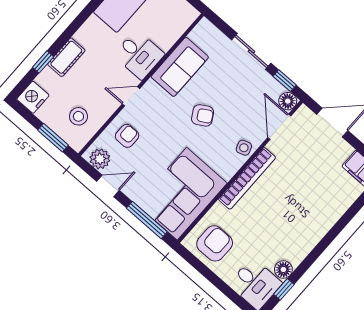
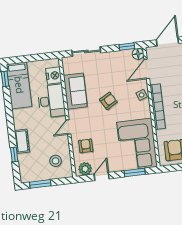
sliding door: (251, 51) -> (86, 51), moved
desk: (139, 55) -> (51, 101), width x1.37
nightstand: (33, 97) -> (54, 76), moved, turned 180
door: (279, 127) -> (147, 69), hinge flipped
window: (53, 138) -> (40, 184), moved
window: (147, 220) -> (135, 173), width x0.69

